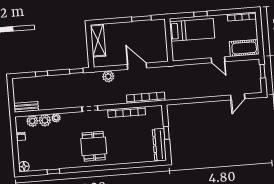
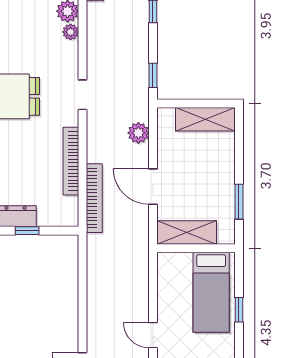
shelving: (161, 46) -> (187, 232), added
door: (218, 60) -> (153, 335), hinge flipped
door: (137, 66) -> (153, 187), swing flipped

